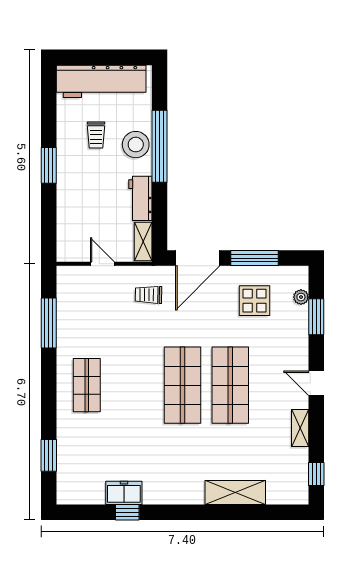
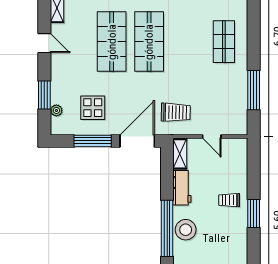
trolley: (96, 135) -> (229, 200), moved, turned -90
trolley: (148, 295) -> (176, 112), width x1.36, depth x1.39

